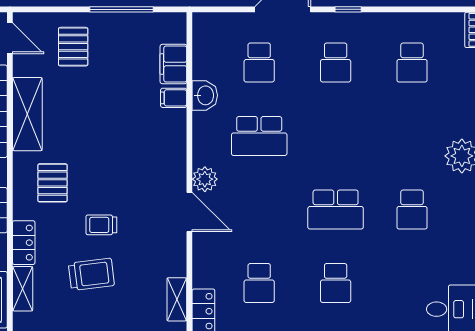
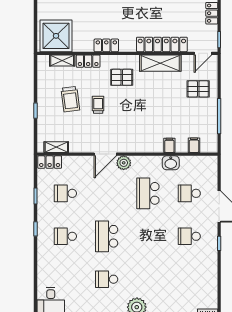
school desk: (412, 63) -> (189, 279), removed
filing cabinet: (173, 64) -> (194, 145), width x0.50

